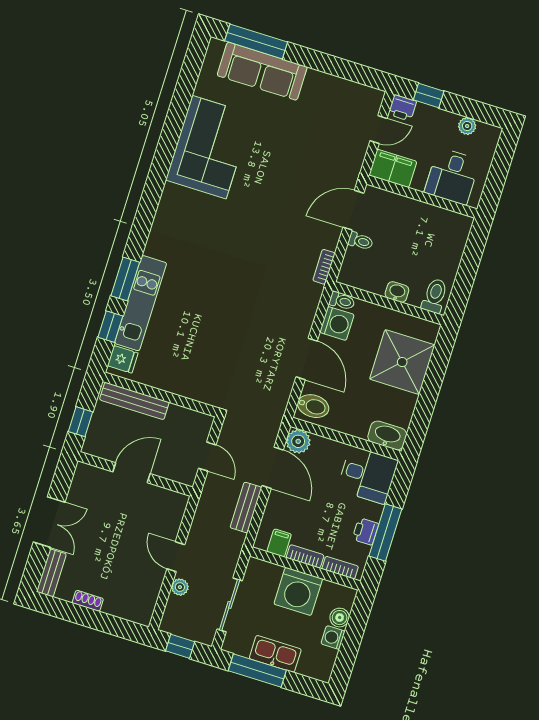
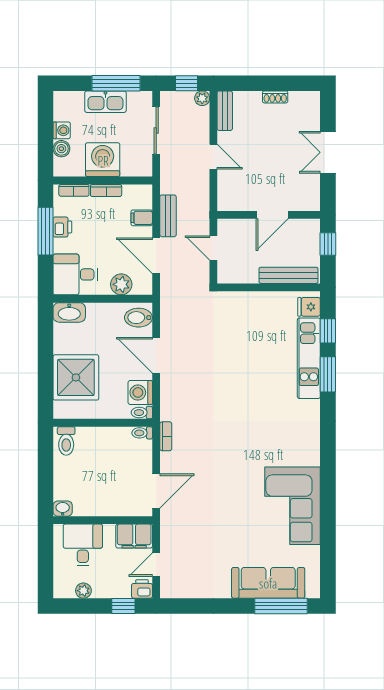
toilet: (360, 241) -> (142, 433), moved
washbasin: (397, 292) -> (63, 509), moved, turned 180
plant: (298, 441) -> (121, 284), moved
filing cabinet: (279, 543) -> (142, 218), moved, turned 90
bench: (51, 573) -> (225, 111), moved
plant: (180, 587) -> (202, 98), moved

